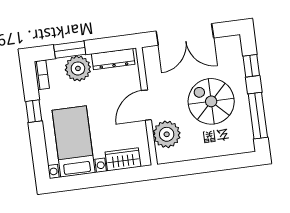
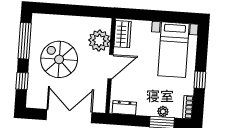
dresser: (113, 59) -> (124, 108), width x0.70
plant: (78, 68) -> (163, 111), width x0.53, depth x0.53
spiral stairs: (211, 101) -> (59, 59), turned 180
wardrobe: (123, 159) -> (123, 34), moved, turned -90

